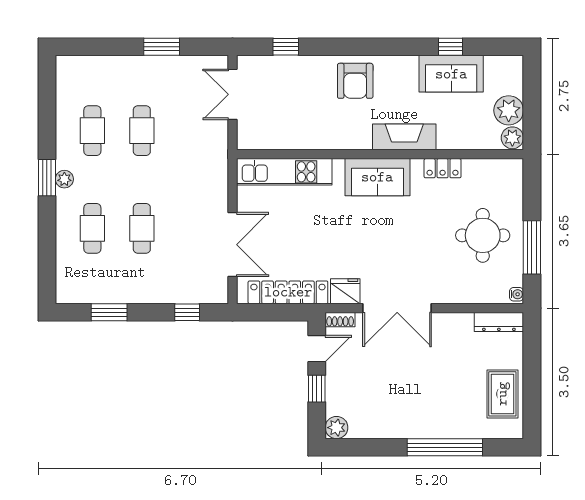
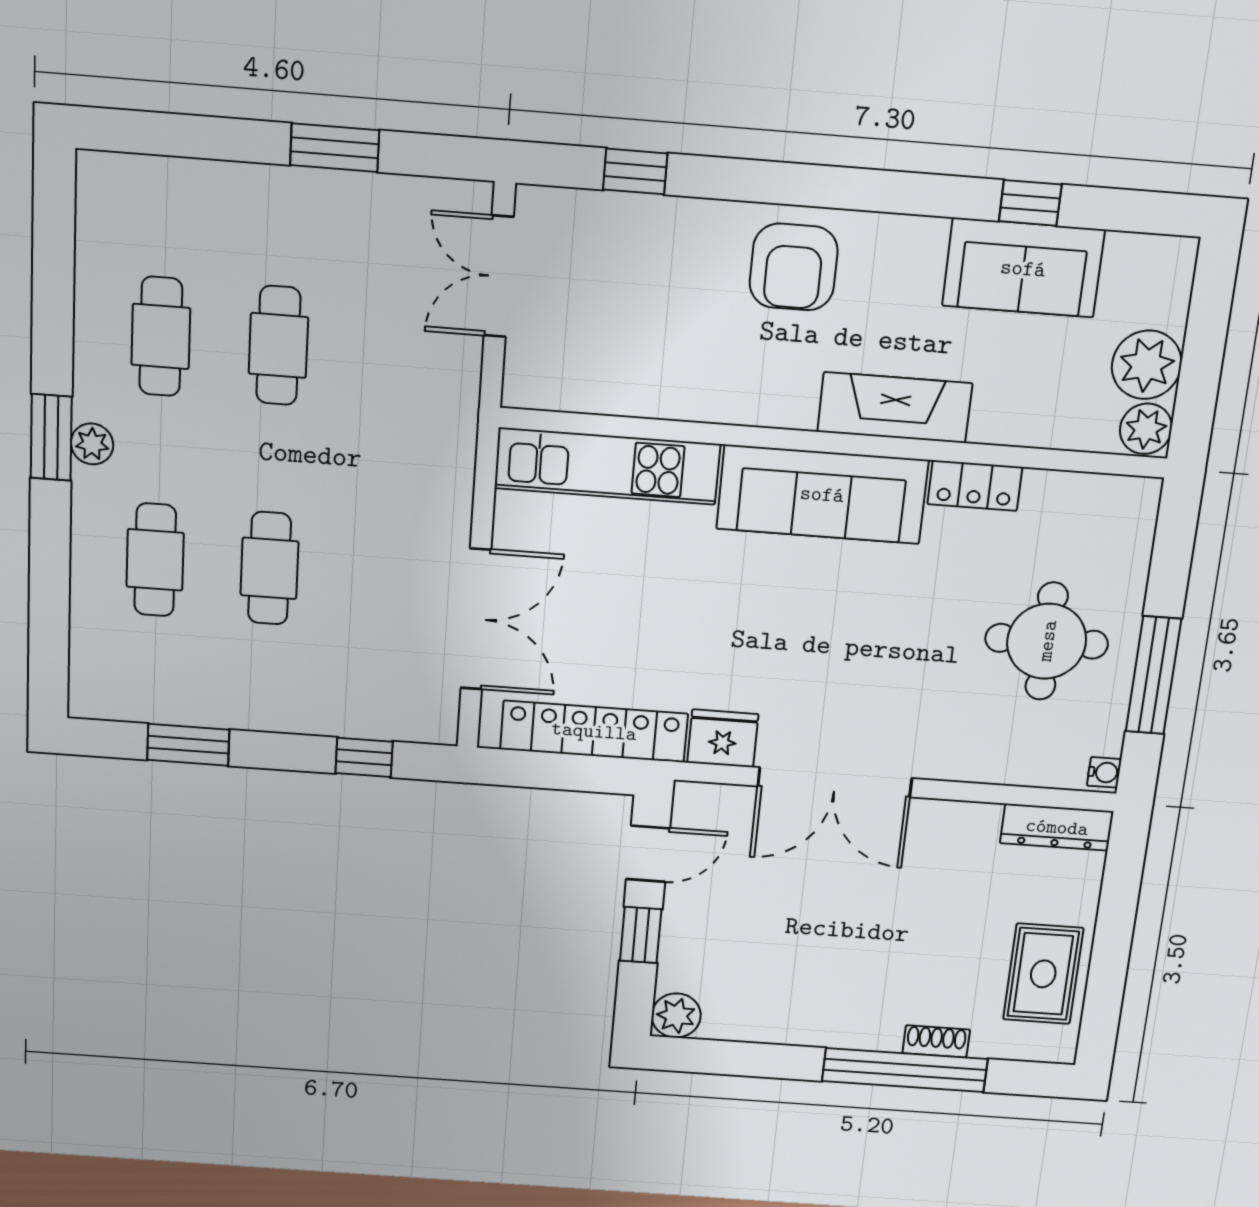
sofa: (377, 177) -> (822, 494), width x1.36
shoe rack: (340, 320) -> (936, 1041), moved, turned 180

